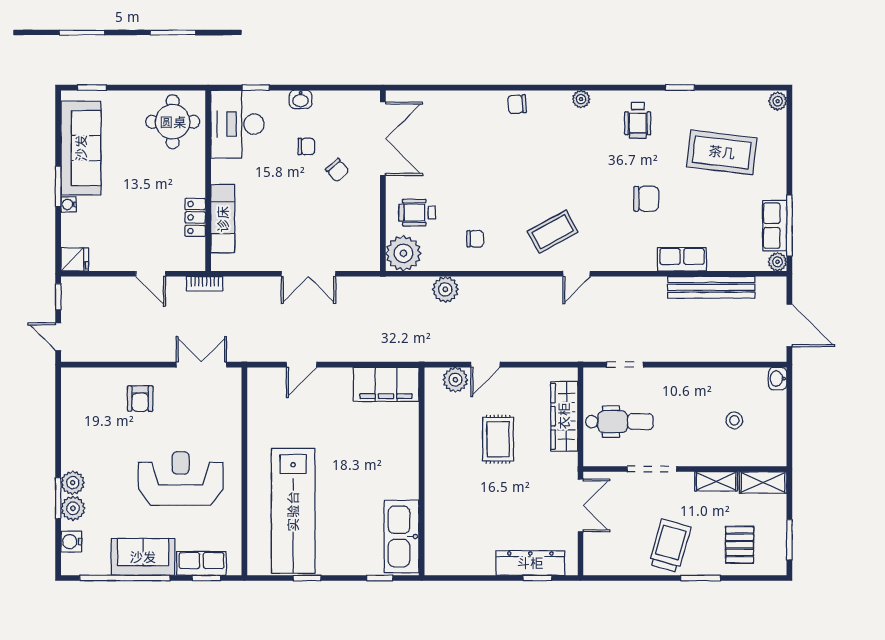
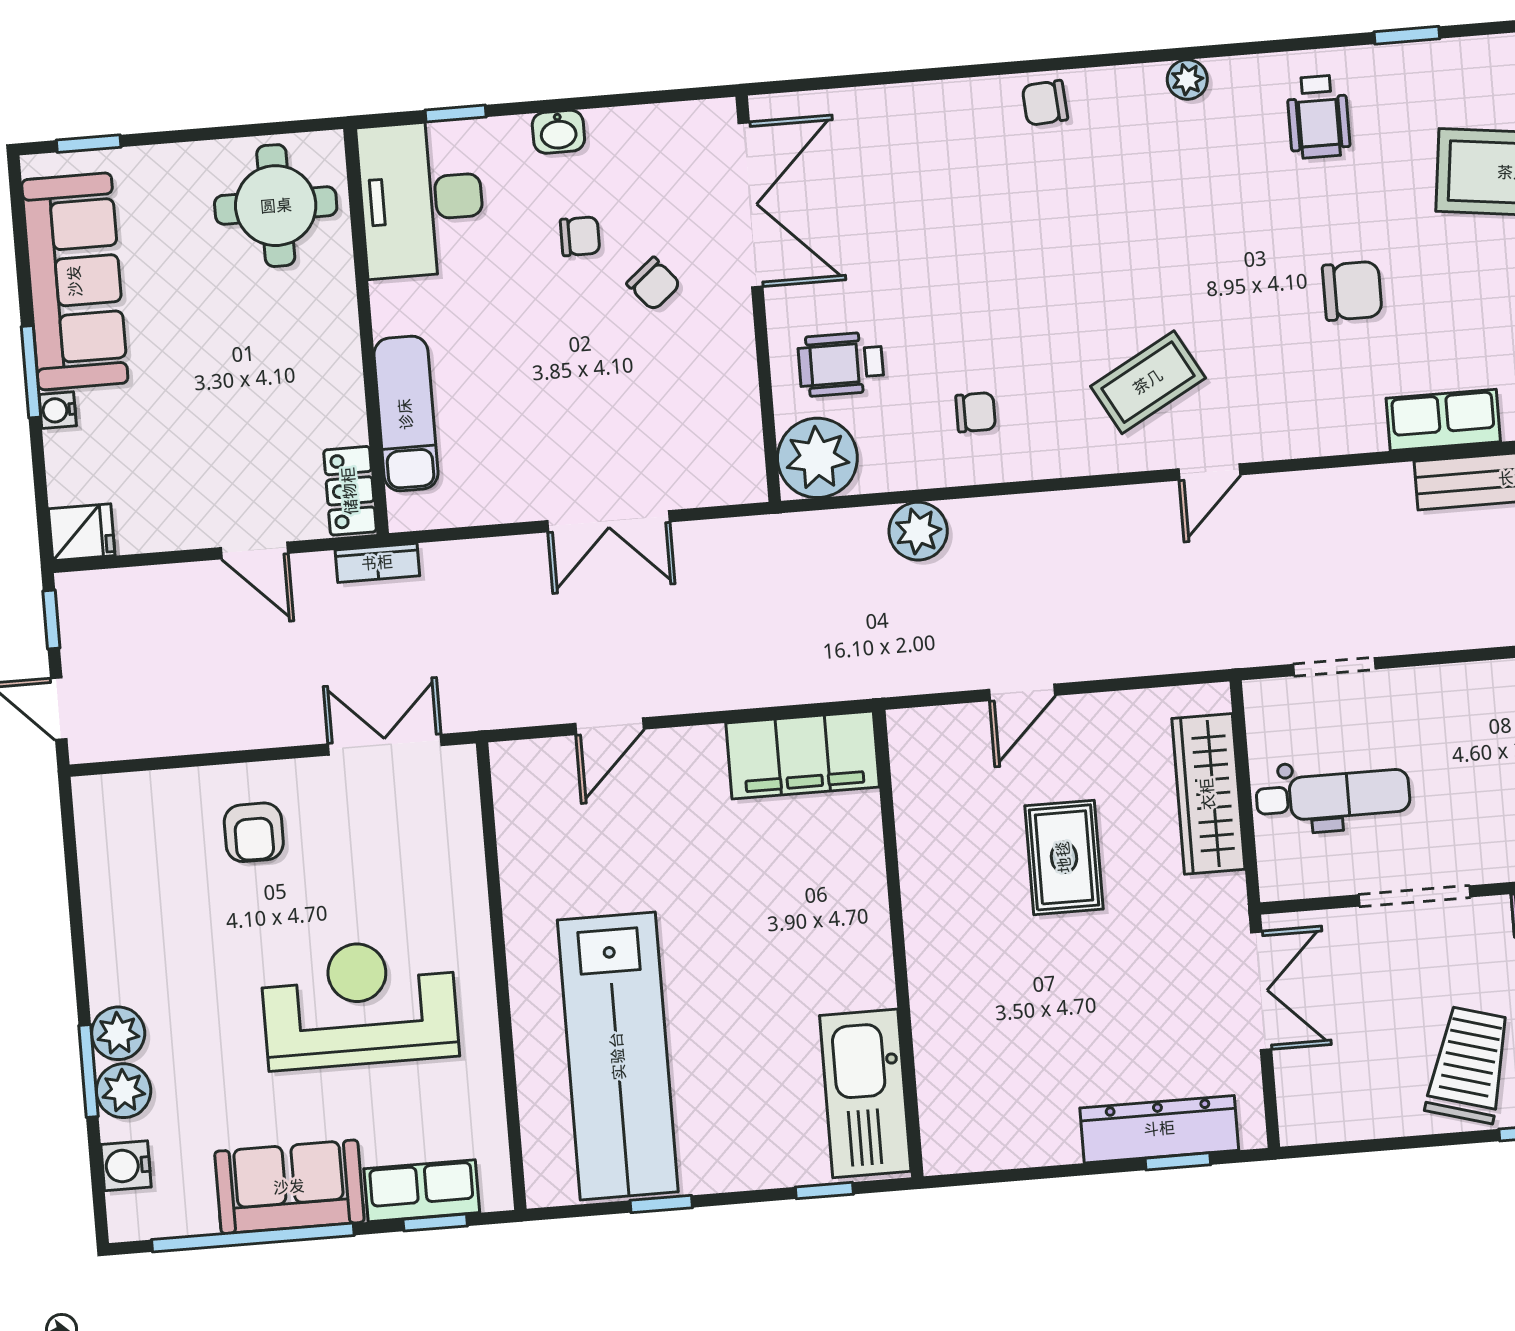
locker: (195, 217) -> (350, 491), moved
plant: (455, 380) -> (957, 732), removed

